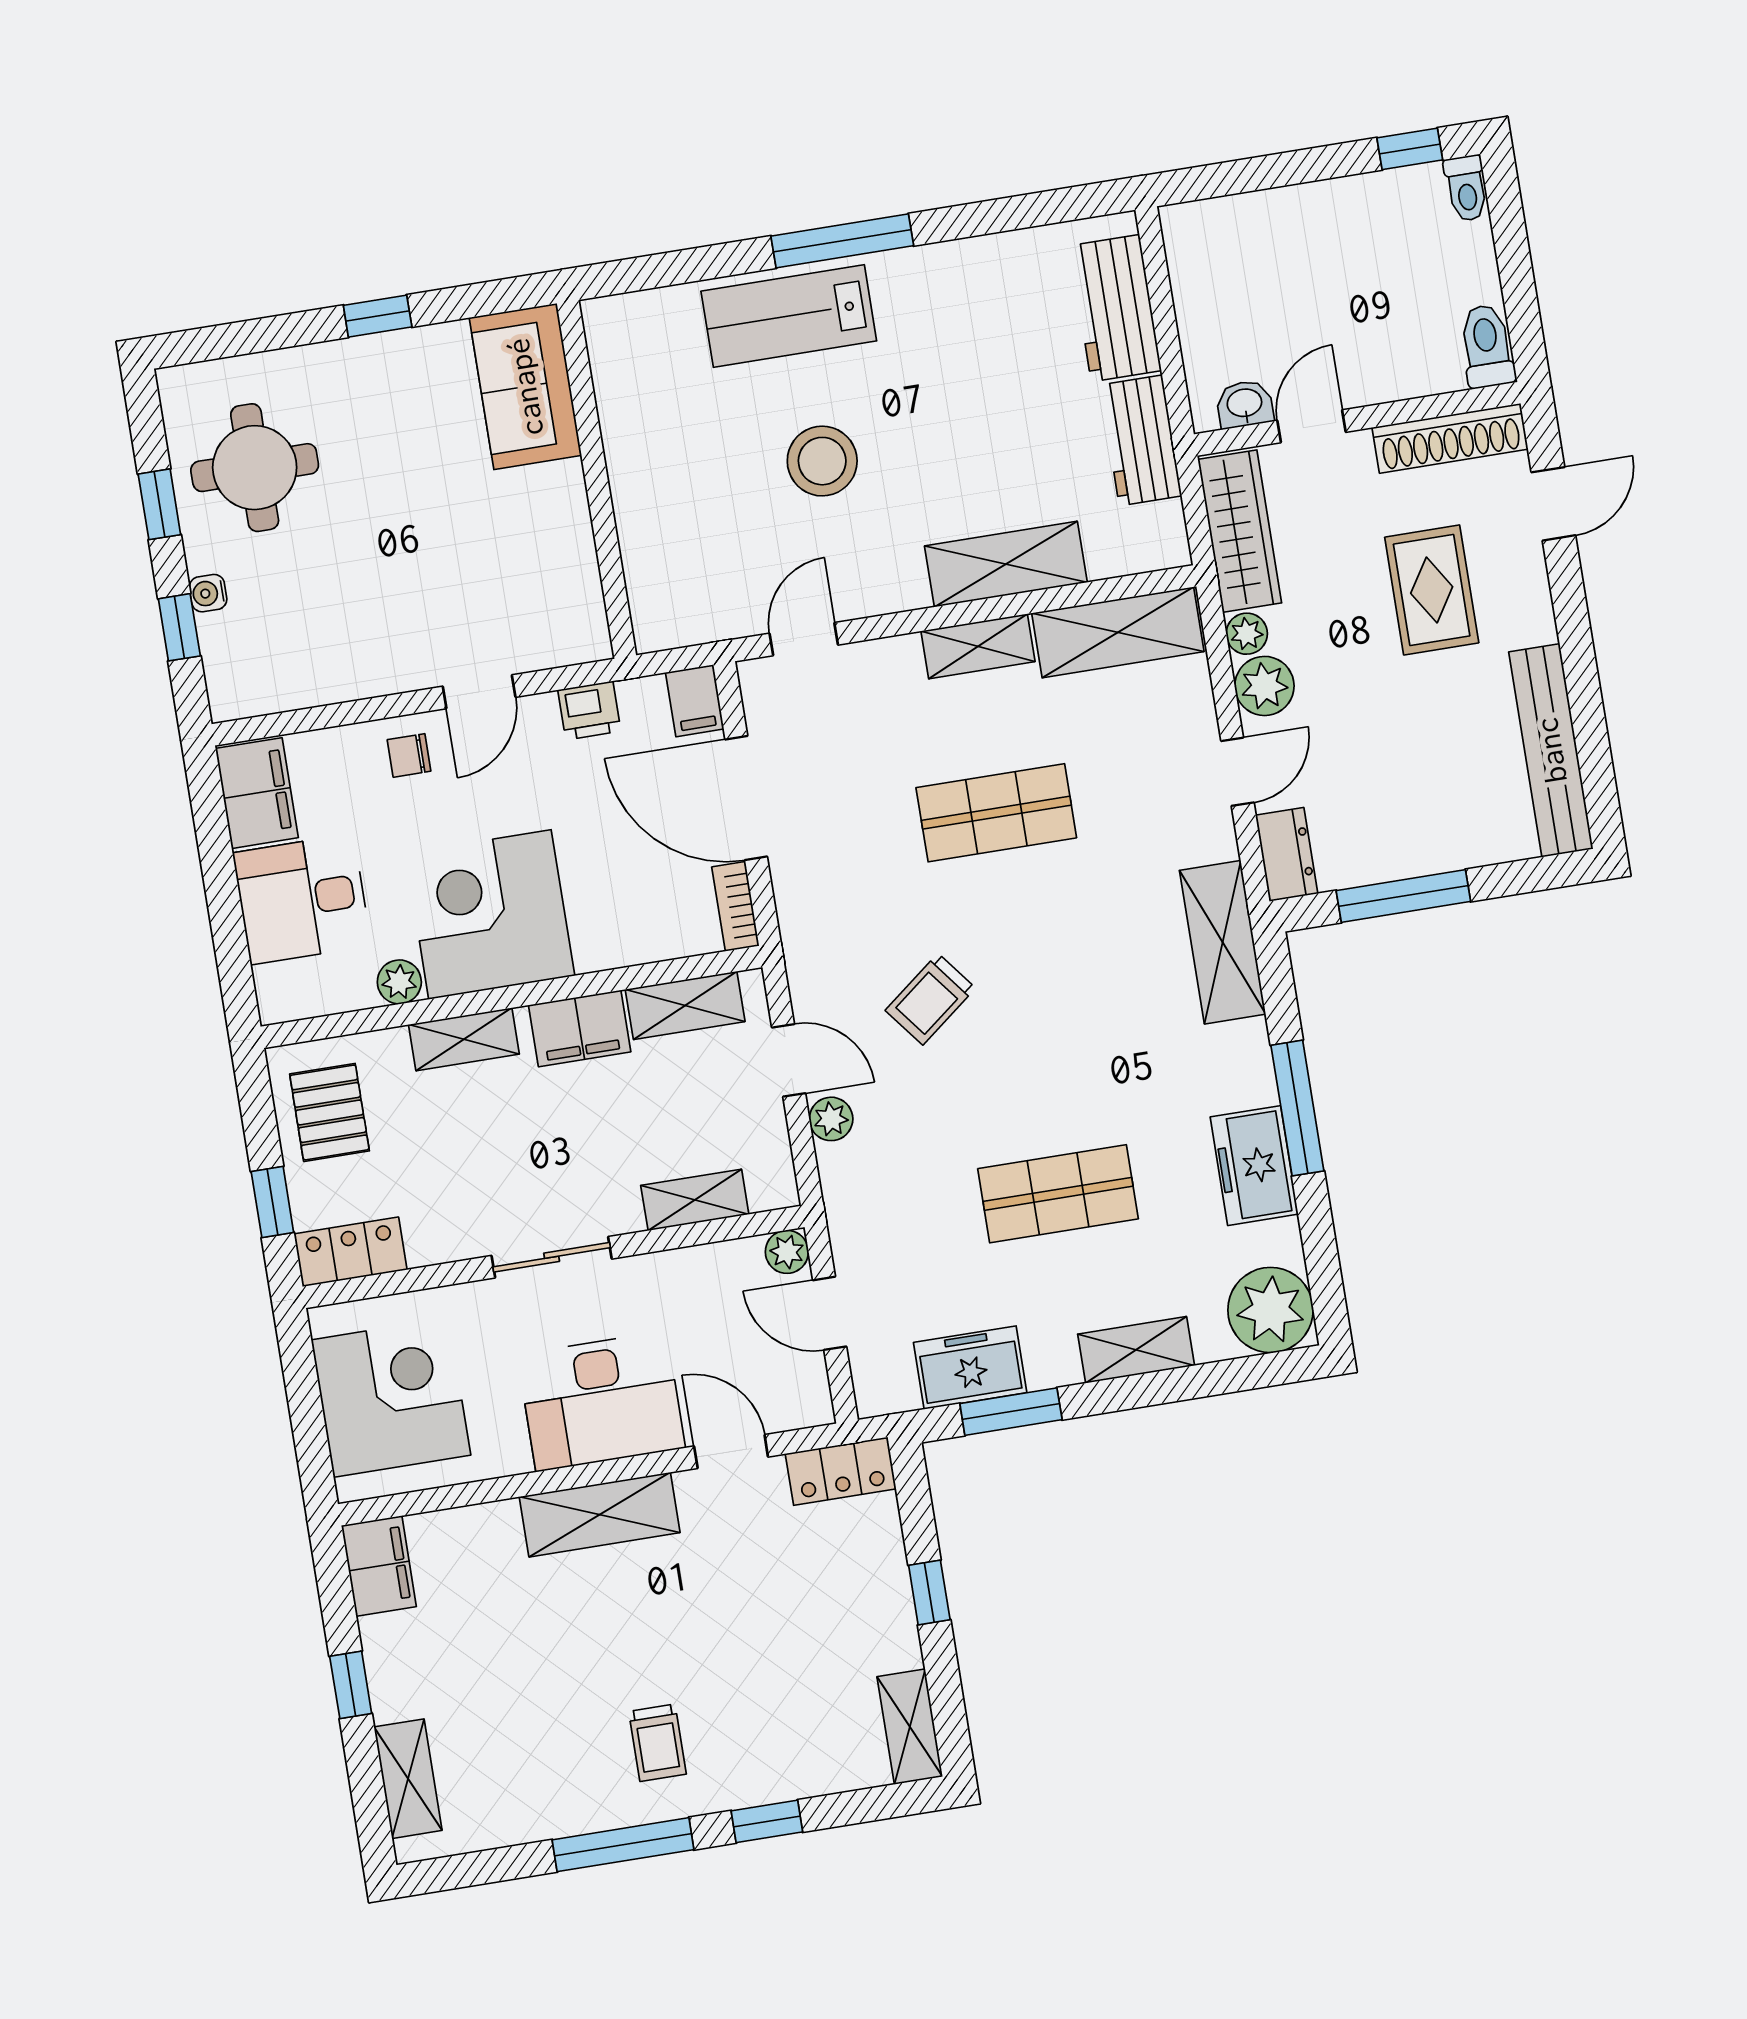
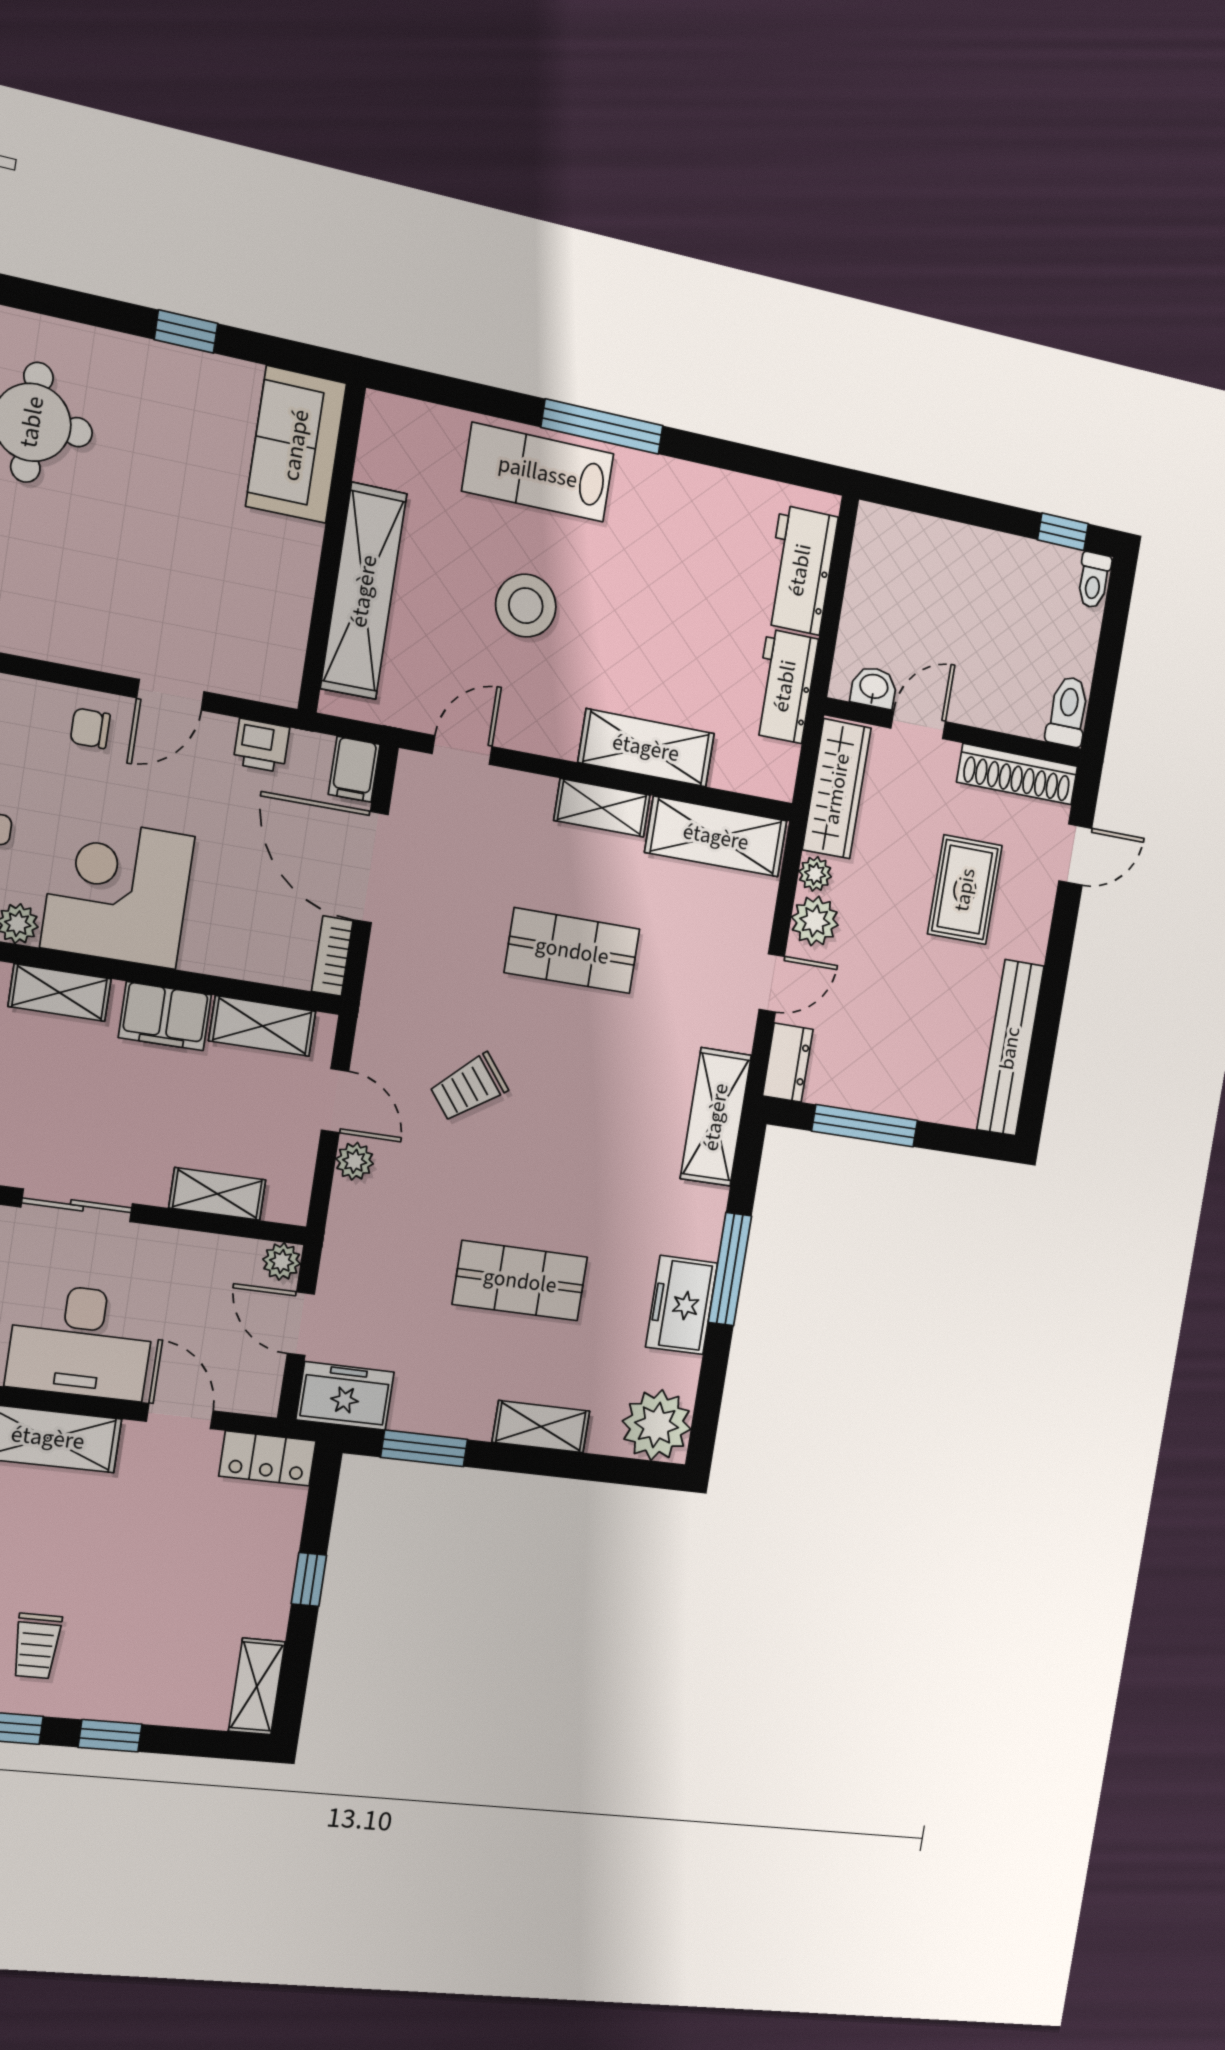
shelving: (644, 511) -> (364, 591), added
freezer: (970, 1368) -> (345, 1396), moved

